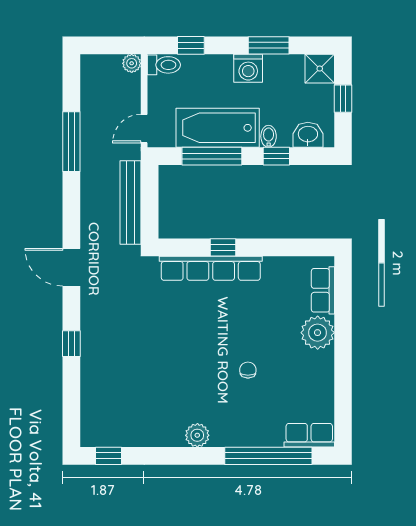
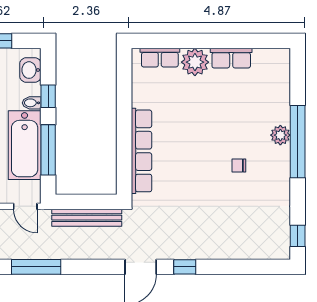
window: (223, 247) -> (124, 141), removed
window: (71, 344) -> (185, 267), moved
chair: (248, 370) -> (239, 165), moved
plant: (197, 435) -> (280, 135), moved
row of seats: (309, 435) -> (231, 58), moved, turned -90
window: (268, 456) -> (298, 142), moved

